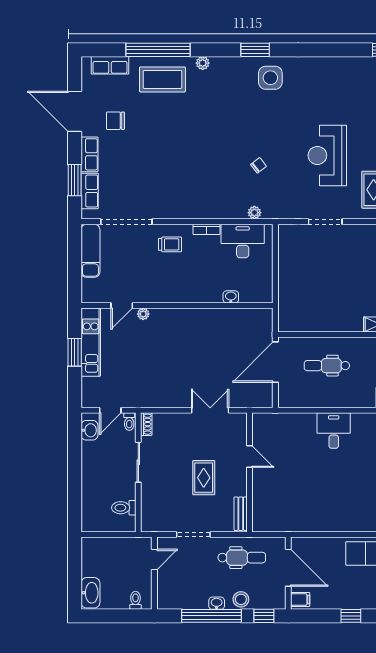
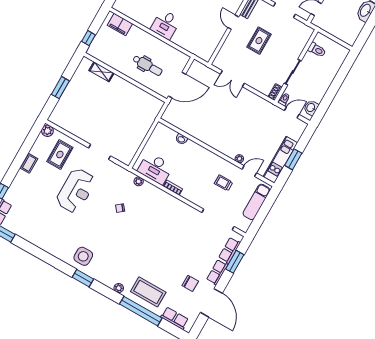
trolley: (170, 244) -> (224, 183), moved
exam couch: (90, 251) -> (256, 202), moved
door: (250, 457) -> (233, 22), moved

